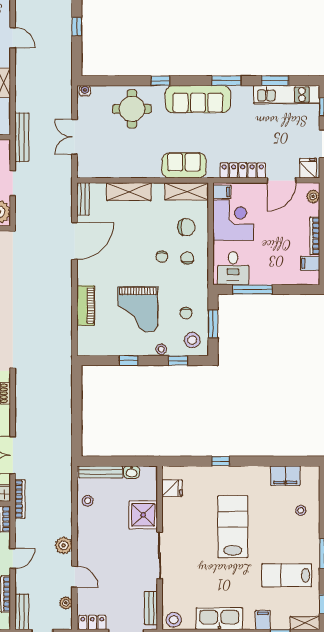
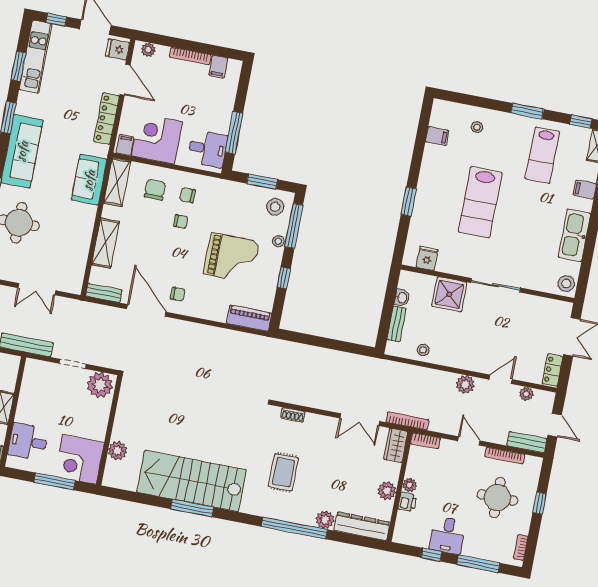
piano: (86, 306) -> (249, 318), moved
chair: (186, 313) -> (178, 294), moved
window: (178, 361) -> (294, 226), width x2.17
window: (221, 461) -> (409, 202), width x1.50
bench: (101, 472) -> (397, 324), width x0.73
filing cabinet: (285, 476) -> (437, 136), width x0.50
lab bench: (233, 527) -> (480, 202), turned -90
bench: (151, 608) -> (549, 305), removed

